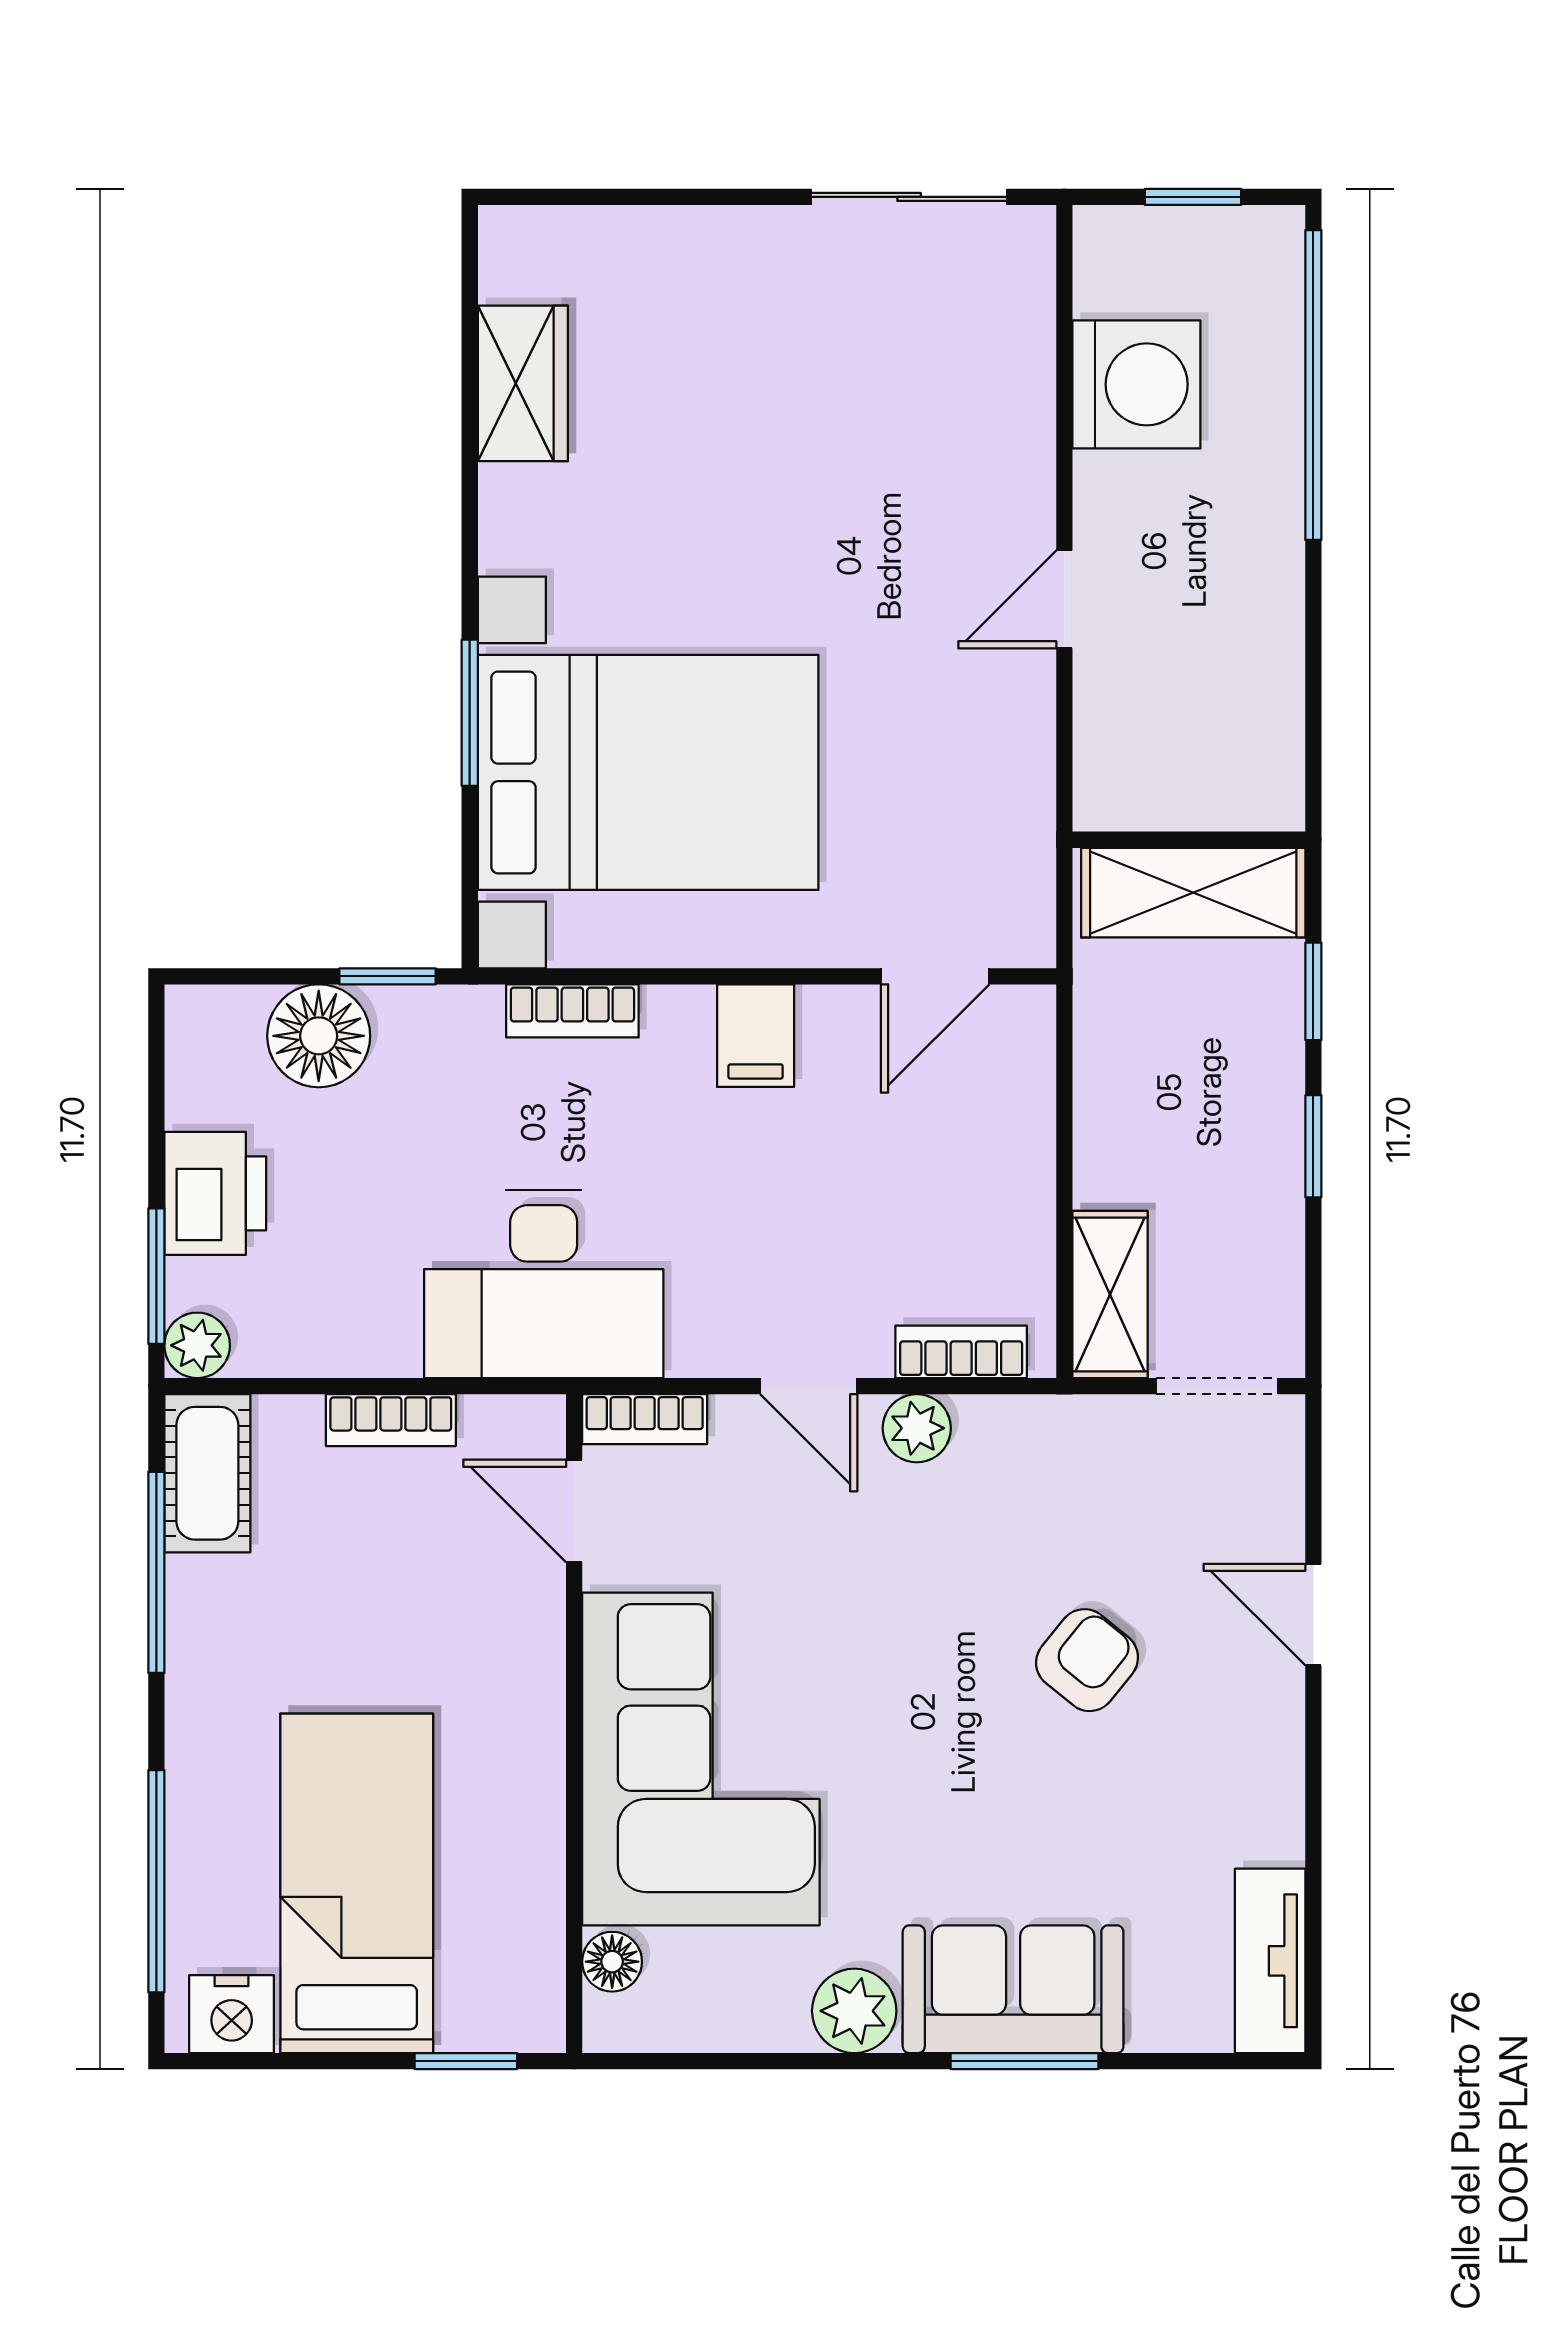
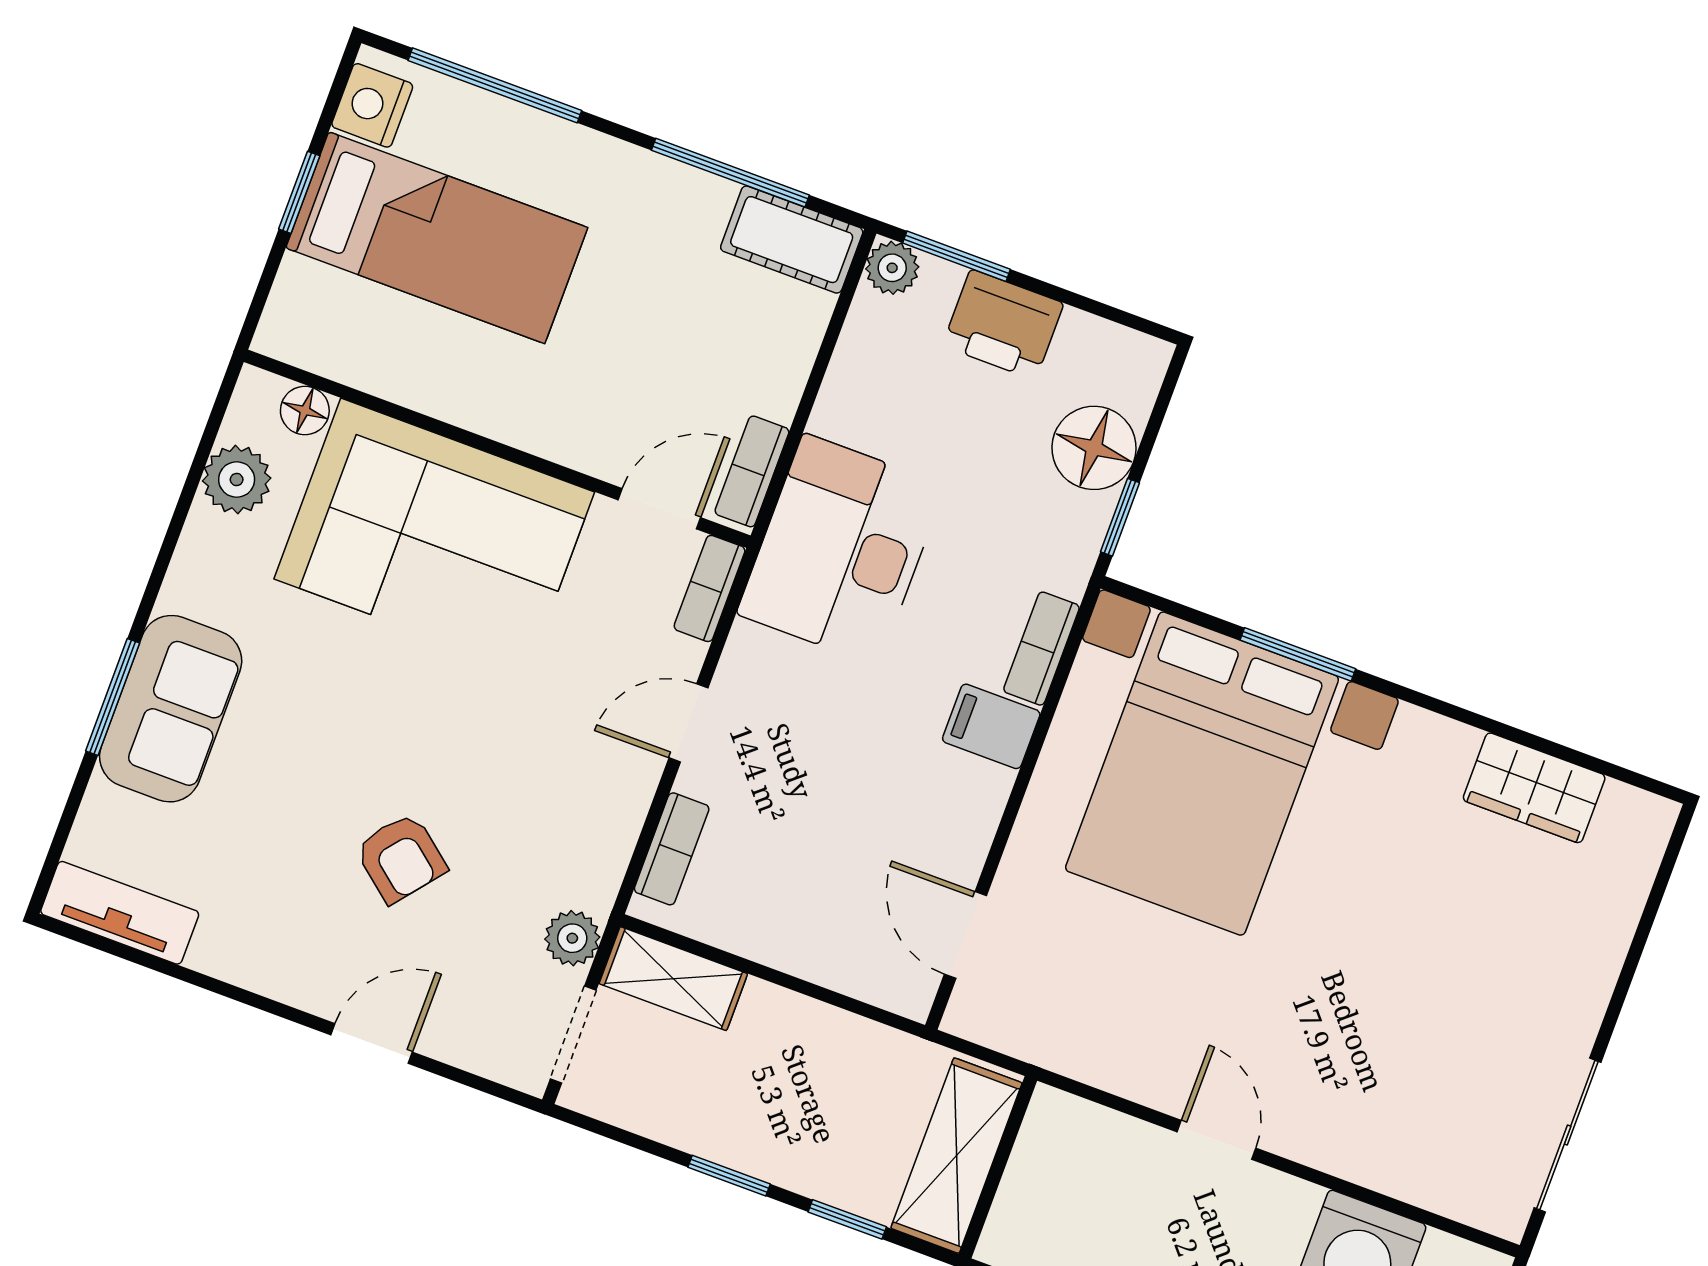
filing cabinet: (756, 1036) -> (991, 726), moved
bookcase: (391, 1420) -> (752, 471), moved
plant: (917, 1428) -> (572, 938), moved
plant: (854, 2011) -> (237, 479), moved
window: (466, 2061) -> (299, 192), moved

